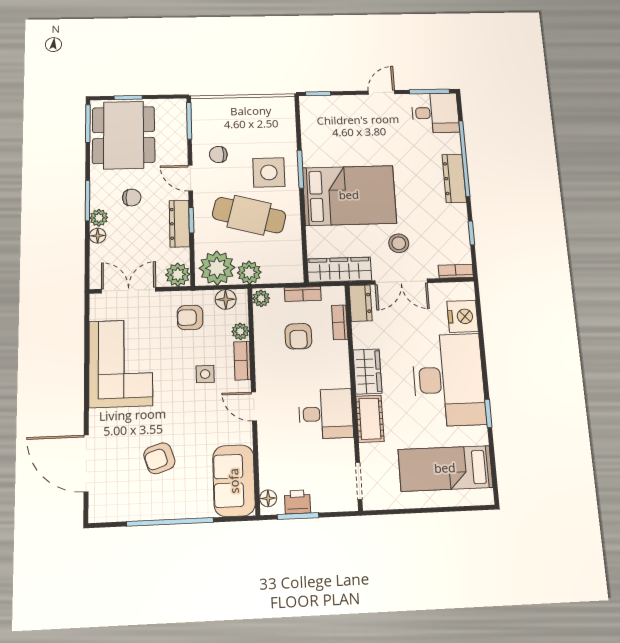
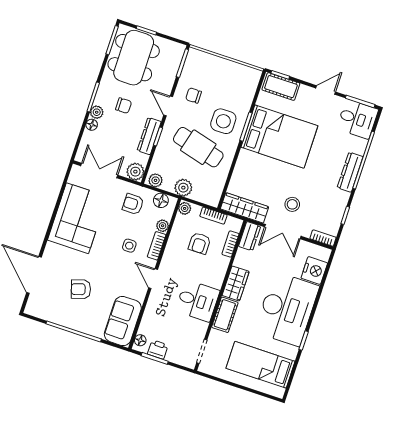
cot: (325, 107) -> (281, 87), added
bed: (349, 195) -> (279, 137), moved
plant: (217, 268) -> (156, 180), width x0.53, depth x0.53

